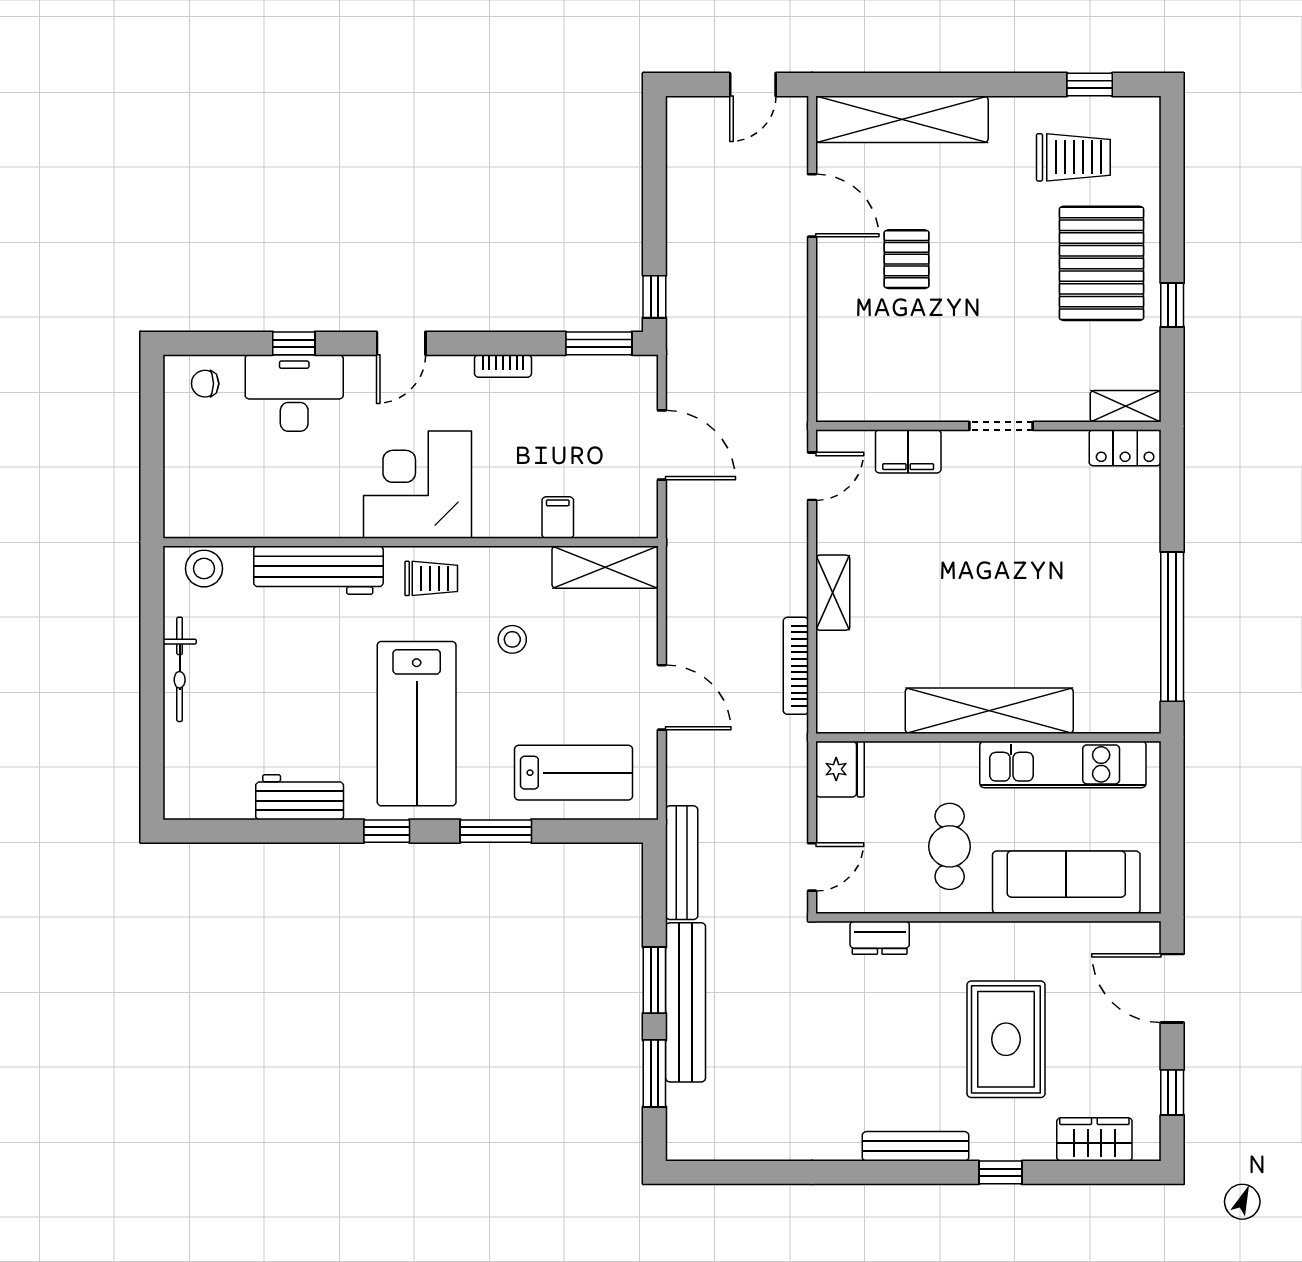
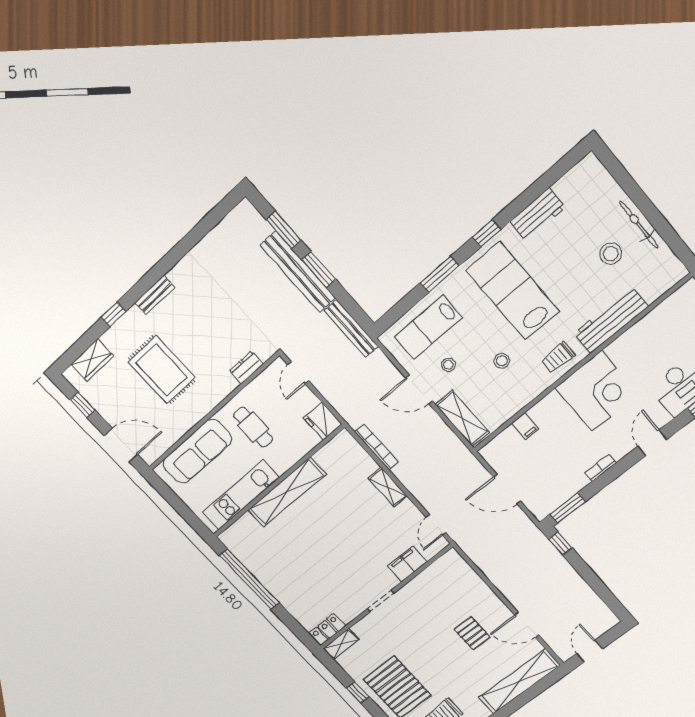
shelving: (605, 567) -> (462, 418), moved, turned 90
stool: (204, 569) -> (611, 254), moved
stool: (591, 697) -> (448, 365), added
bench: (915, 1146) -> (155, 295), width x0.73

